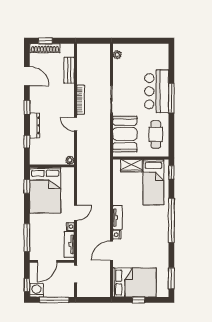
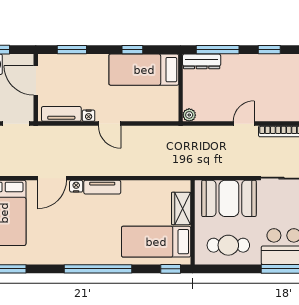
dresser: (35, 125) -> (202, 61), moved
window: (27, 141) -> (218, 50), width x2.17
window: (27, 186) -> (132, 50), moved
bed: (45, 190) -> (144, 70), width x0.67
window: (27, 238) -> (72, 50), width x0.69
door: (111, 251) -> (52, 178), swing flipped

